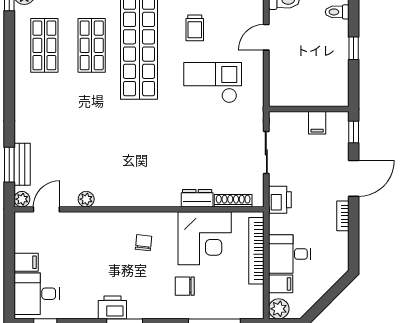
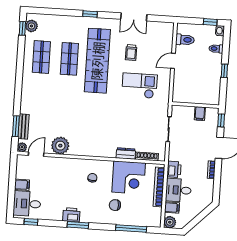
plant: (86, 199) -> (60, 146), width x1.88, depth x1.88
printer: (280, 200) -> (174, 169), moved

